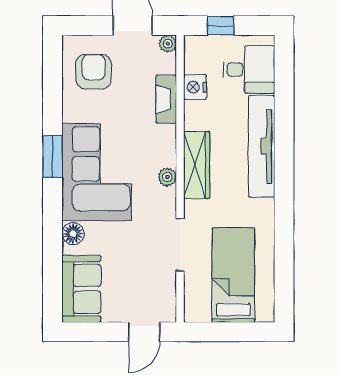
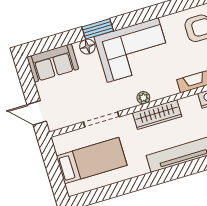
window: (53, 156) -> (98, 29), moved

